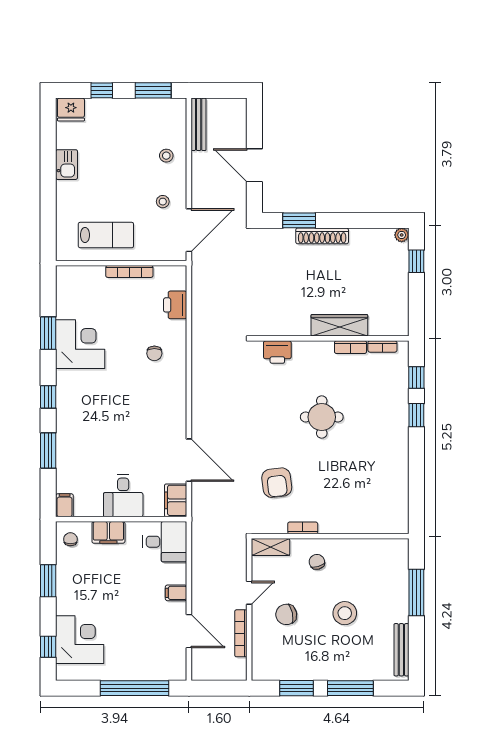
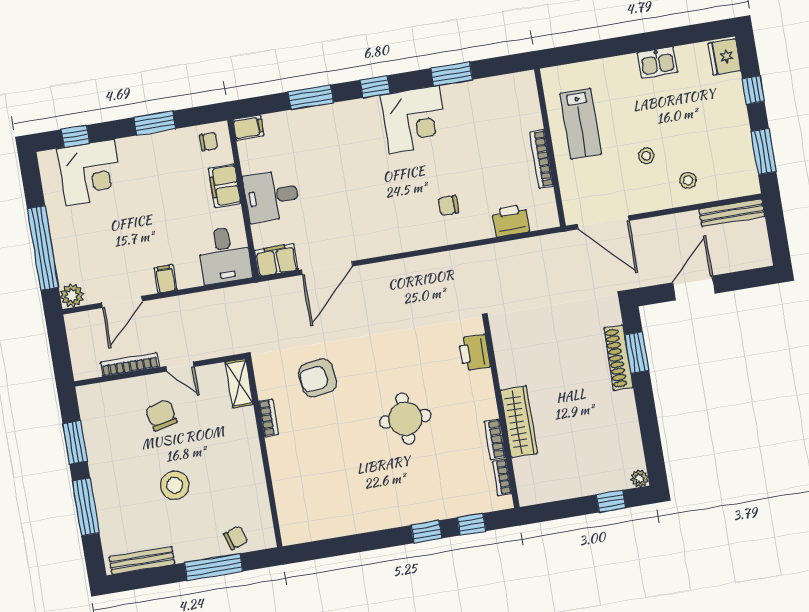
stool: (163, 202) -> (646, 156), moved
shoe rack: (322, 236) -> (618, 358), moved
corner desk: (80, 344) -> (414, 120), moved
chair: (317, 562) -> (236, 538), moved
plant: (177, 671) -> (72, 295), added

